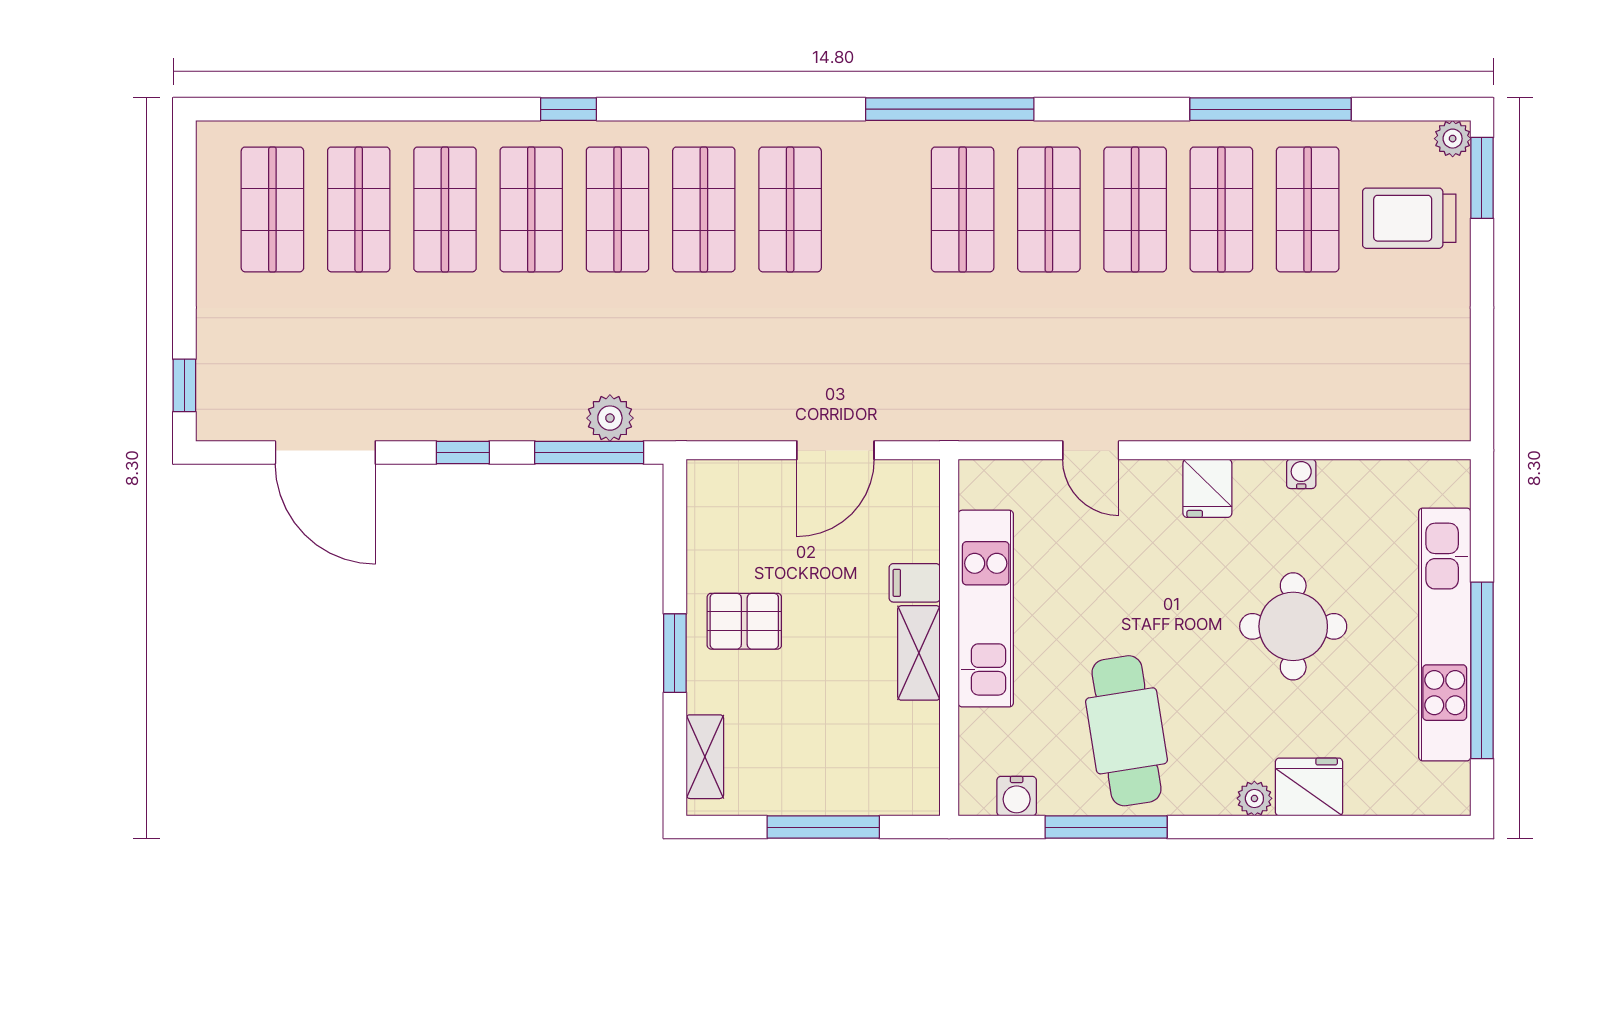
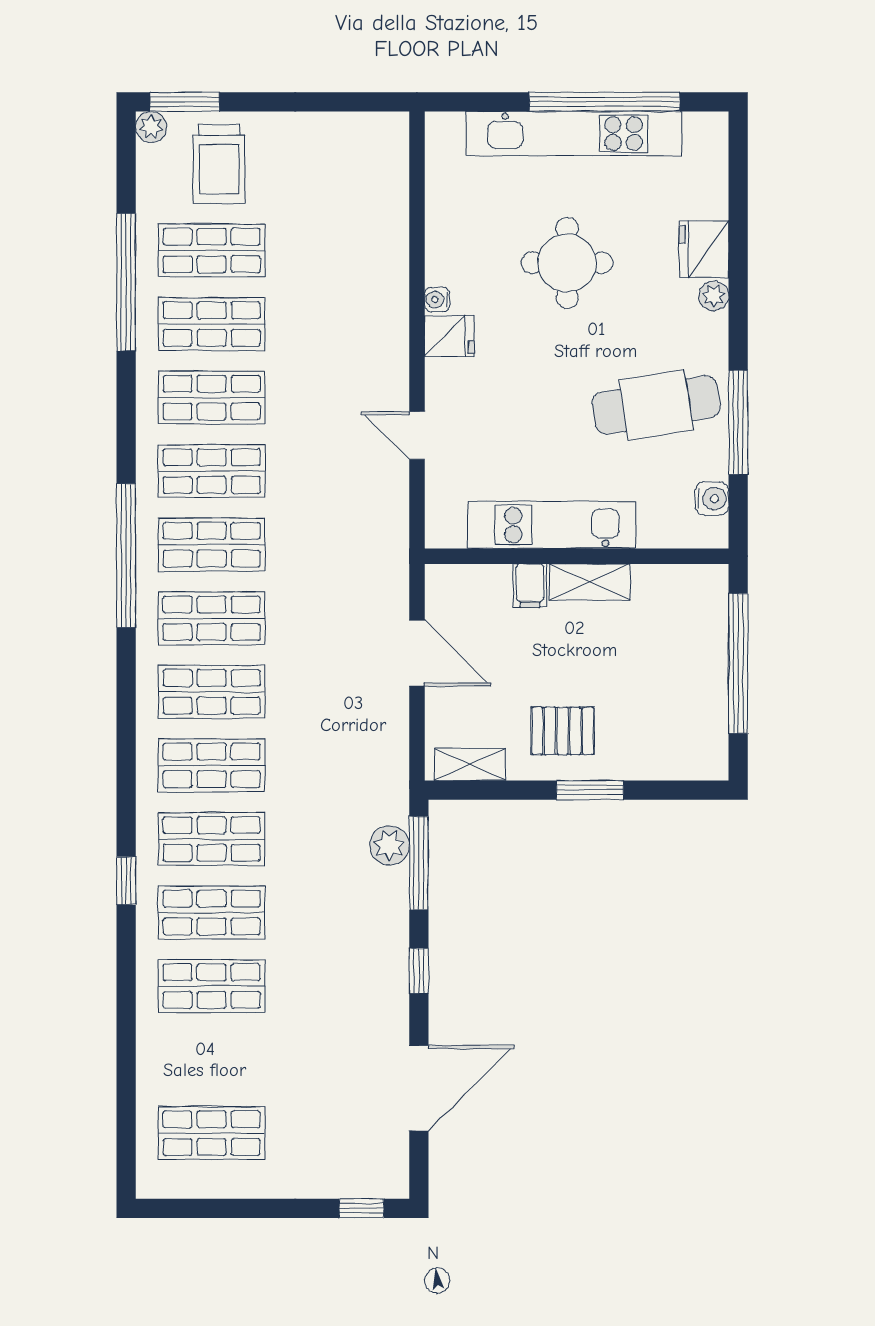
shop shelf: (359, 209) -> (212, 618), moved
door: (1091, 450) -> (417, 435), swing flipped
water cooler: (1301, 474) -> (437, 300), moved
pallet: (744, 621) -> (563, 731), turned 90
shelving: (705, 757) -> (470, 764), moved
window: (823, 827) -> (738, 664), width x1.46

